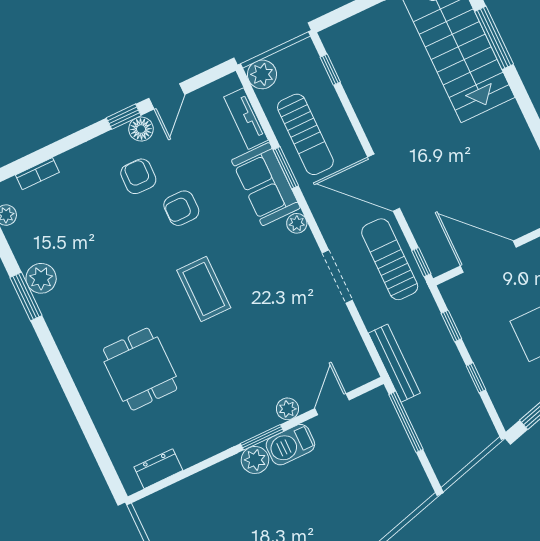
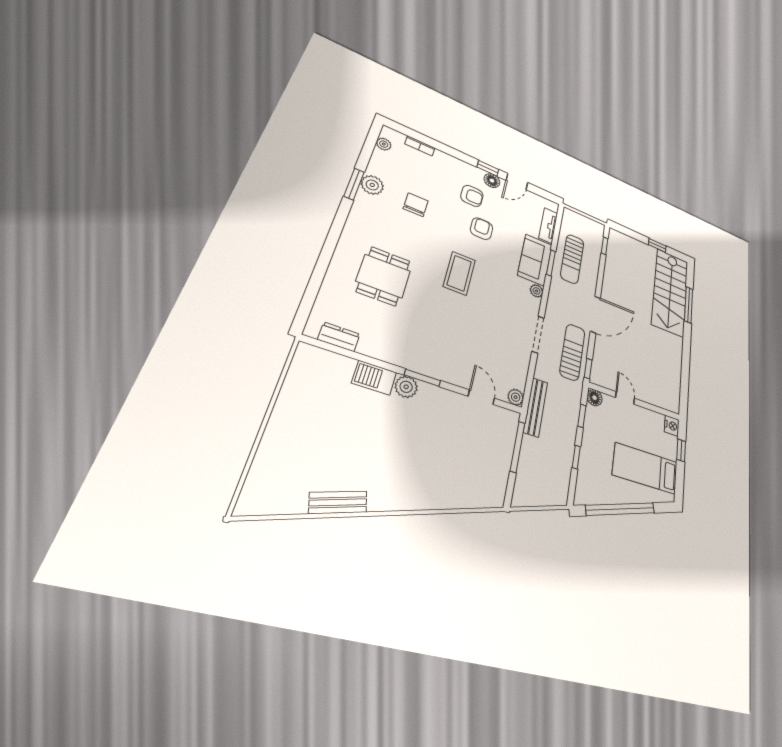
plant: (262, 74) -> (571, 217), removed
armchair: (138, 176) -> (472, 196), turned 89
door: (384, 183) -> (595, 315), swing flipped
armchair: (181, 208) -> (482, 229), turned 90
chair: (97, 254) -> (416, 205), added
door: (488, 257) -> (625, 398), width x0.53
floor lamp: (452, 291) -> (595, 398), added
door: (332, 404) -> (481, 397), hinge flipped
plant: (287, 409) -> (516, 397), moved
barbecue: (290, 445) -> (374, 378), moved

